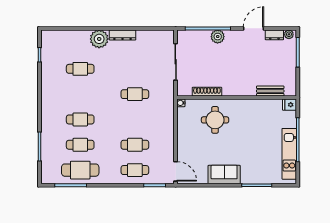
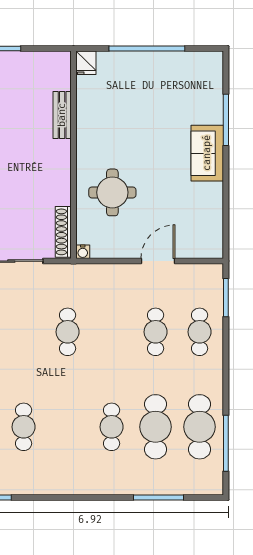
bench: (270, 91) -> (62, 115), moved
shoe rack: (207, 92) -> (63, 232), moved
cafe table: (80, 145) -> (156, 427), width x1.37, depth x1.35
kitchen unit: (289, 154) -> (171, 63), removed
door: (176, 171) -> (158, 261), moved
sofa: (224, 175) -> (207, 153), moved

